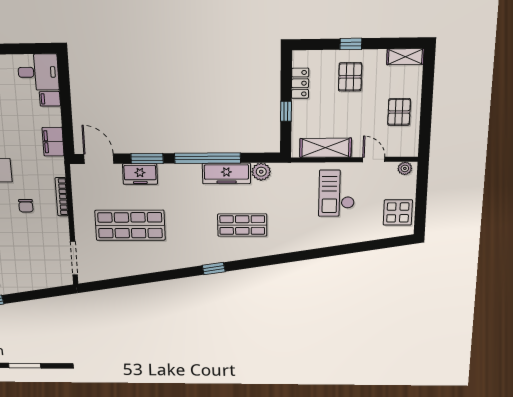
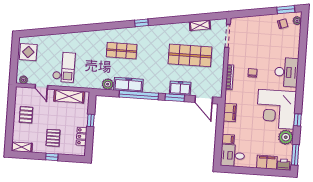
shelving: (120, 271) -> (200, 25), added

